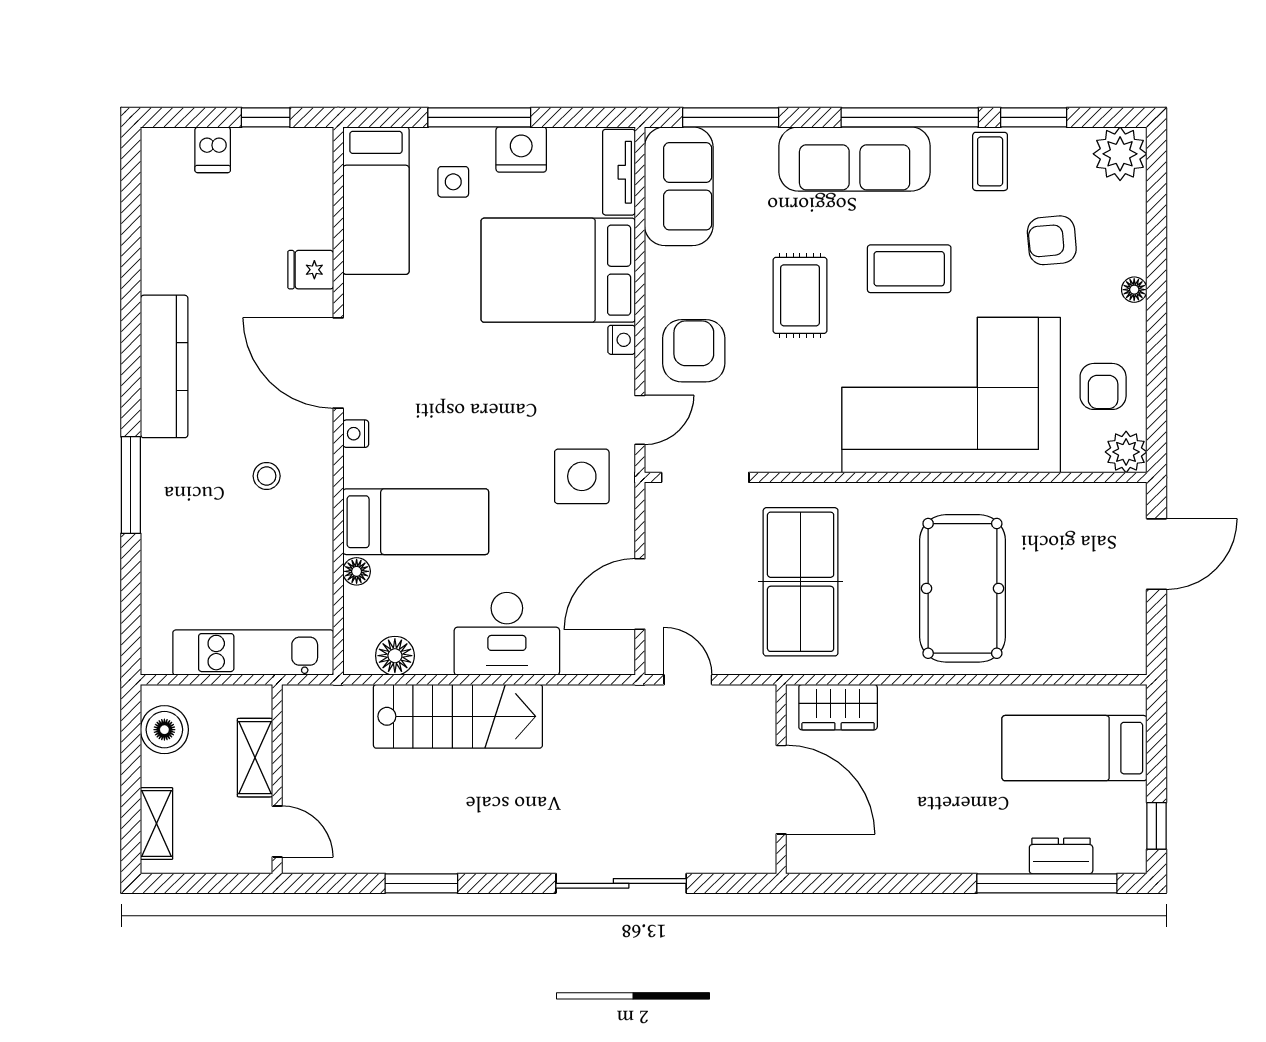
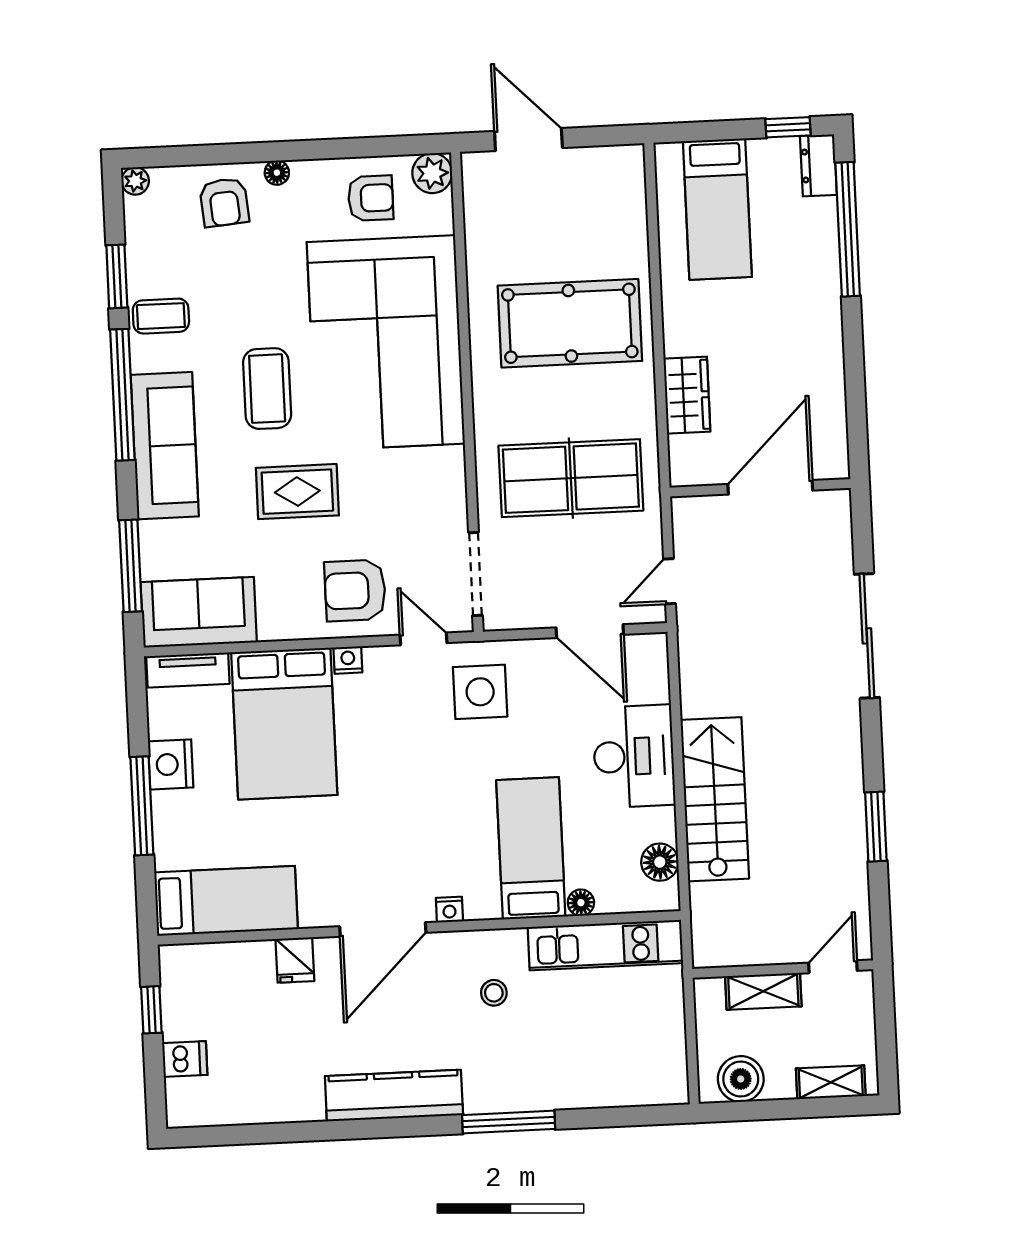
plant: (1120, 154) -> (135, 181), width x0.53, depth x0.53
side table: (453, 182) -> (205, 828), removed
armchair: (1052, 240) -> (224, 202), moved
kitchen unit: (253, 653) -> (605, 945), moved, turned -90
wardrobe: (838, 707) -> (687, 395), moved
dresser: (1061, 856) -> (818, 165), moved

